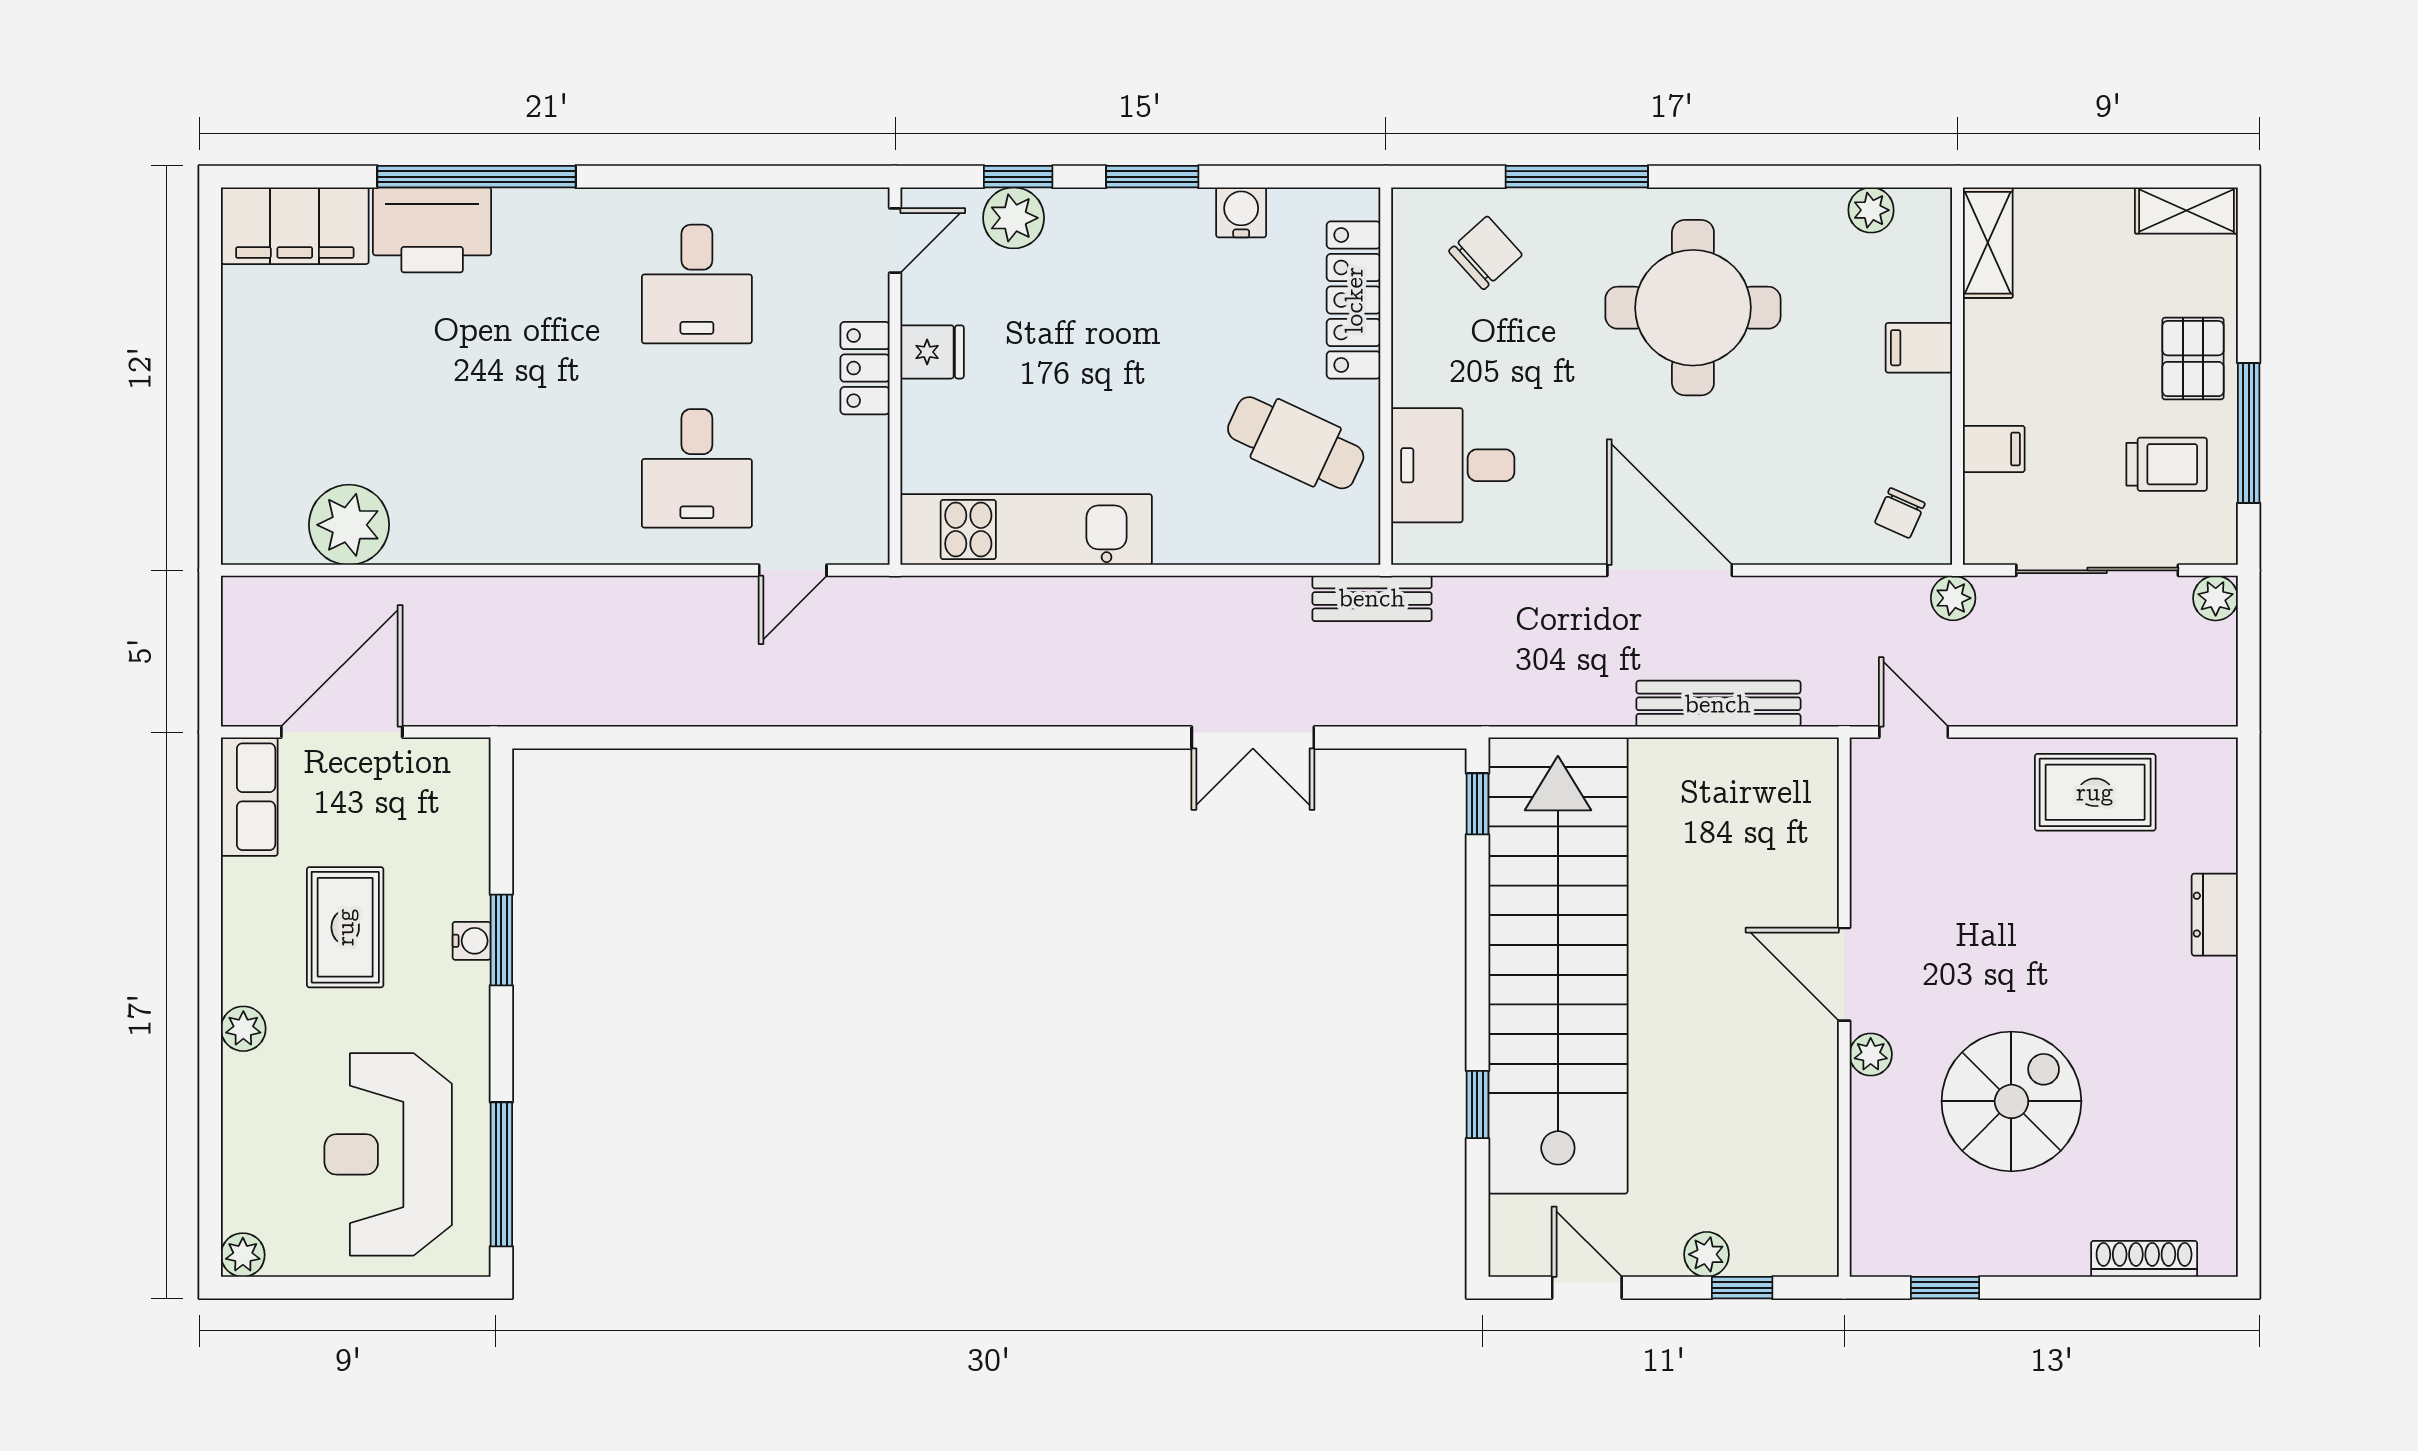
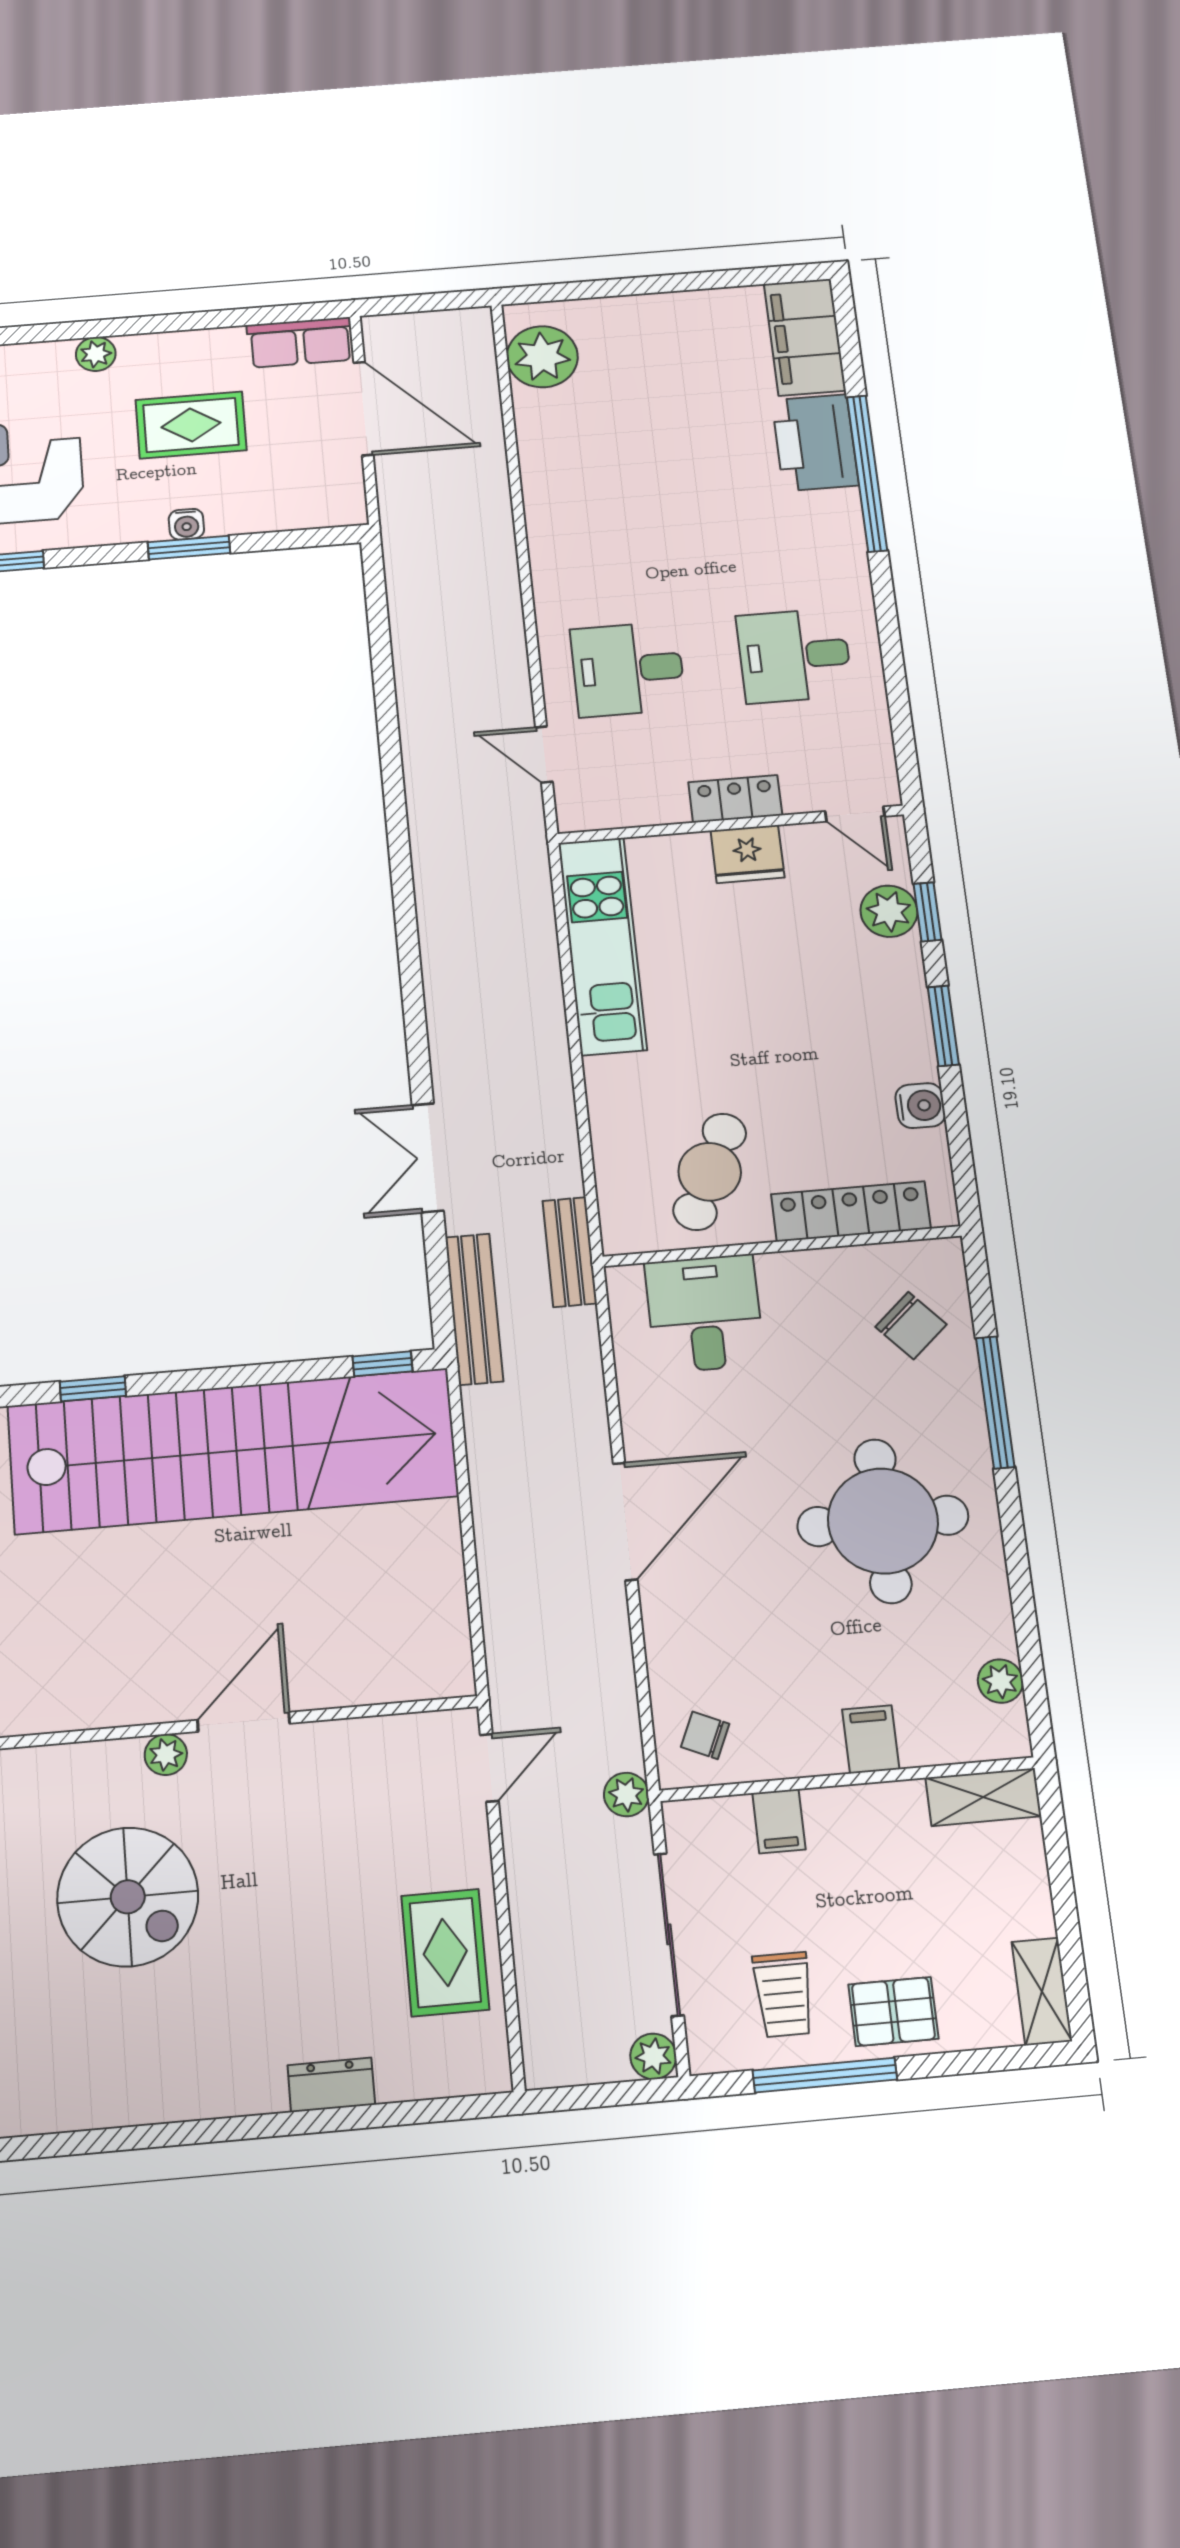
fridge: (932, 352) -> (748, 854), width x1.38
plant: (349, 525) -> (542, 357), moved
bench: (1718, 704) -> (474, 1309), moved

